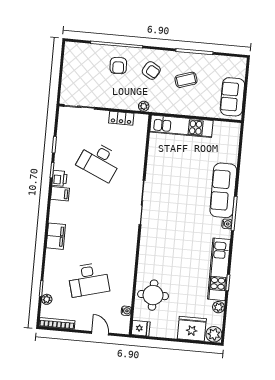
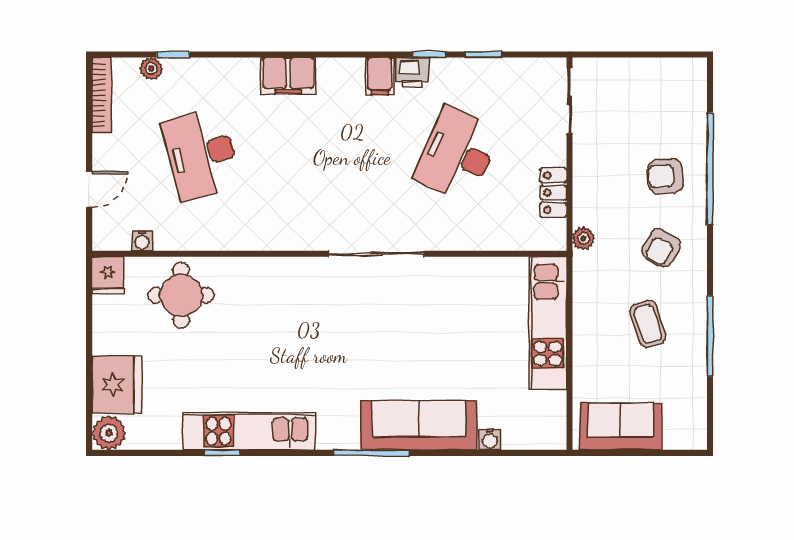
water cooler: (227, 224) -> (490, 439), moved
plant: (218, 307) -> (168, 437), removed

